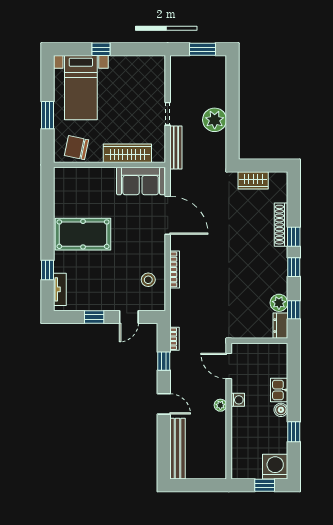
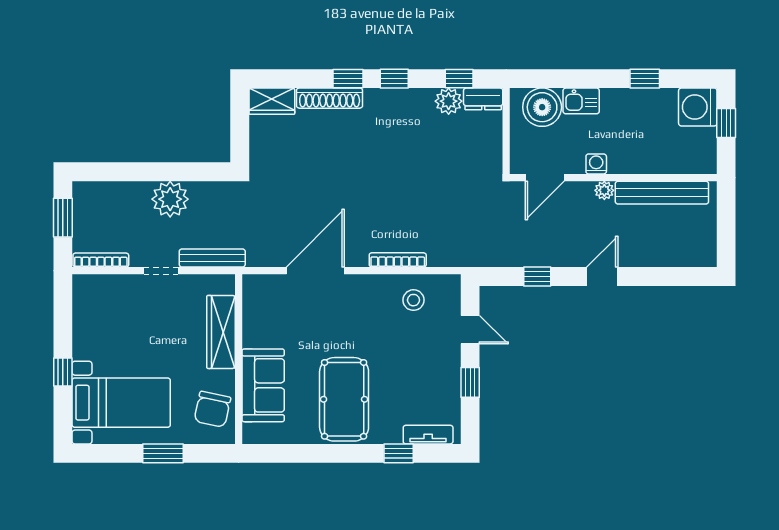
wardrobe: (253, 180) -> (272, 101), moved, turned 90
sofa: (141, 181) -> (263, 385), moved
bookcase: (175, 339) -> (101, 260), moved, width x1.56
boiler: (281, 410) -> (542, 107), moved, width x1.86, depth x1.86
bench: (178, 449) -> (662, 193), moved

